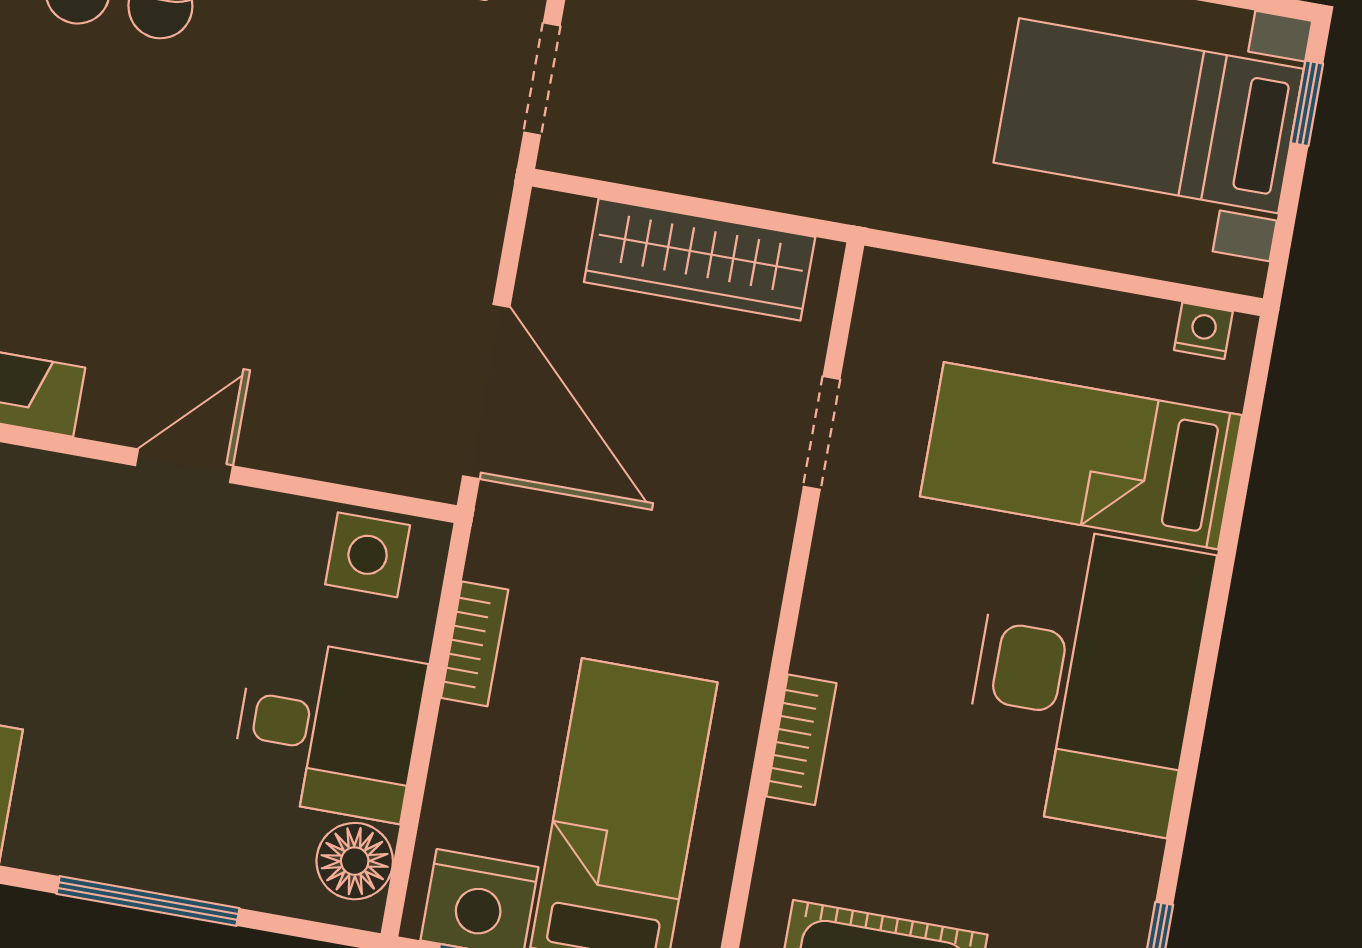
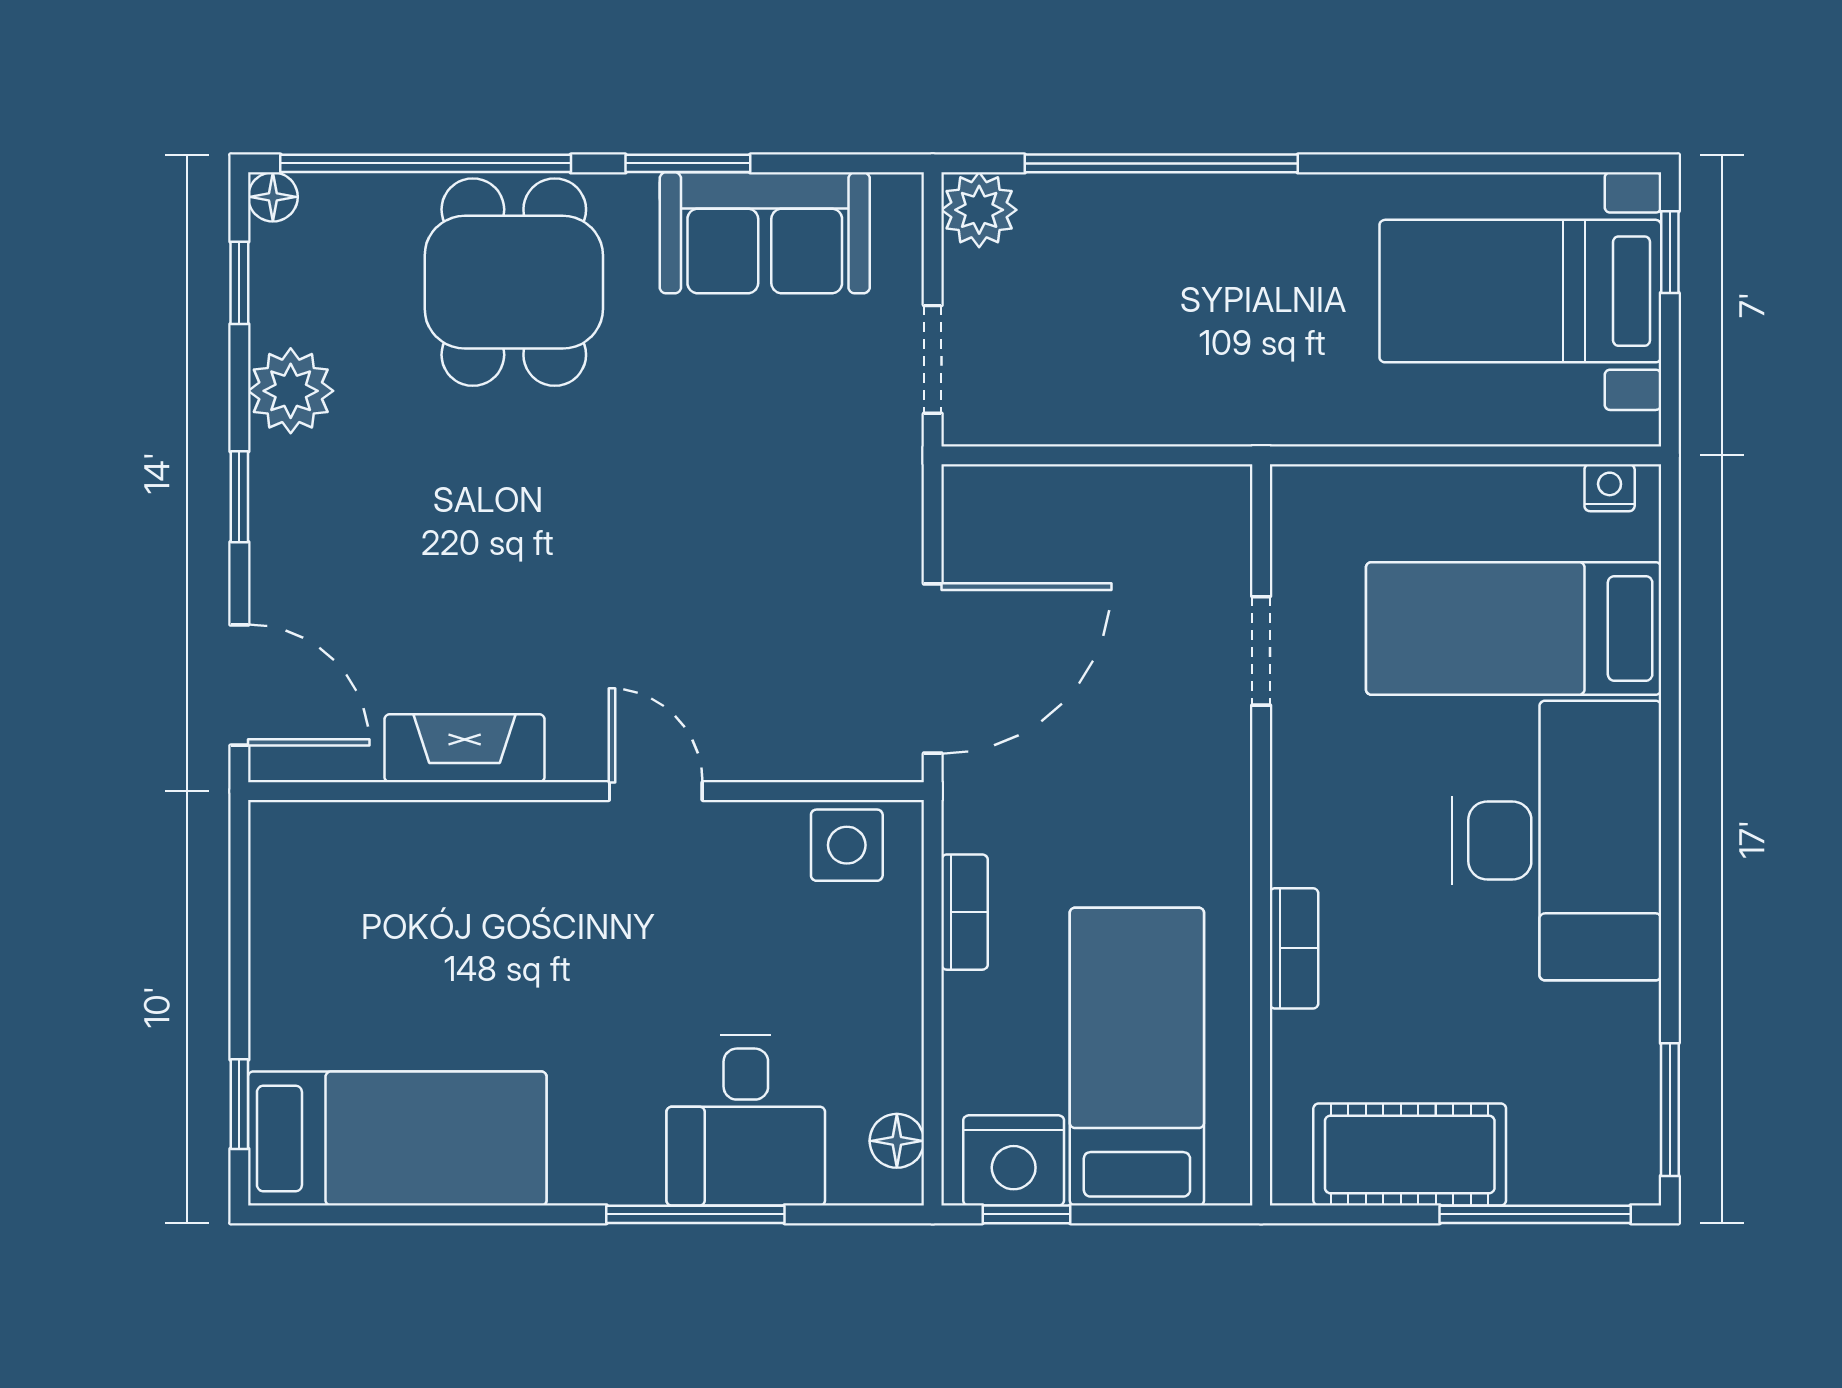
wardrobe: (700, 260) -> (1115, 506), removed
door: (486, 392) -> (933, 668), hinge flipped
door: (184, 466) -> (656, 791), hinge flipped
desk: (328, 729) -> (746, 1120), moved, turned 90
floor lamp: (355, 861) -> (897, 1141), width x0.73, depth x0.73

